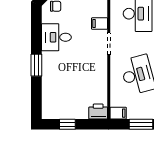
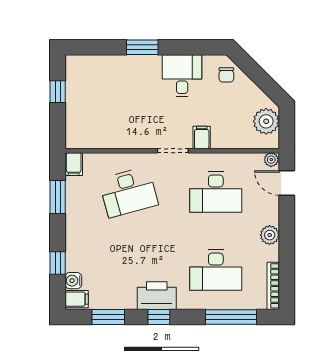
printer: (98, 111) -> (76, 136), removed

